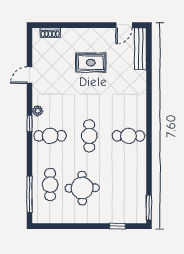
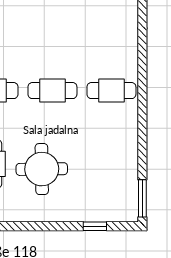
cafe table: (89, 136) -> (52, 91), turned 90

